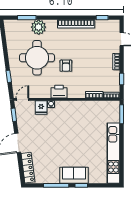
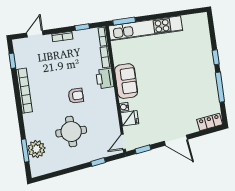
plant: (39, 27) -> (36, 149), moved
round table: (37, 58) -> (71, 132), width x0.73, depth x0.73
printer: (59, 92) -> (105, 78), moved
door: (22, 99) -> (123, 142), hinge flipped
kitchen unit: (113, 153) -> (145, 28), moved
locker: (28, 168) -> (210, 122), width x0.66
sofa: (74, 175) -> (126, 81), moved, turned 180

